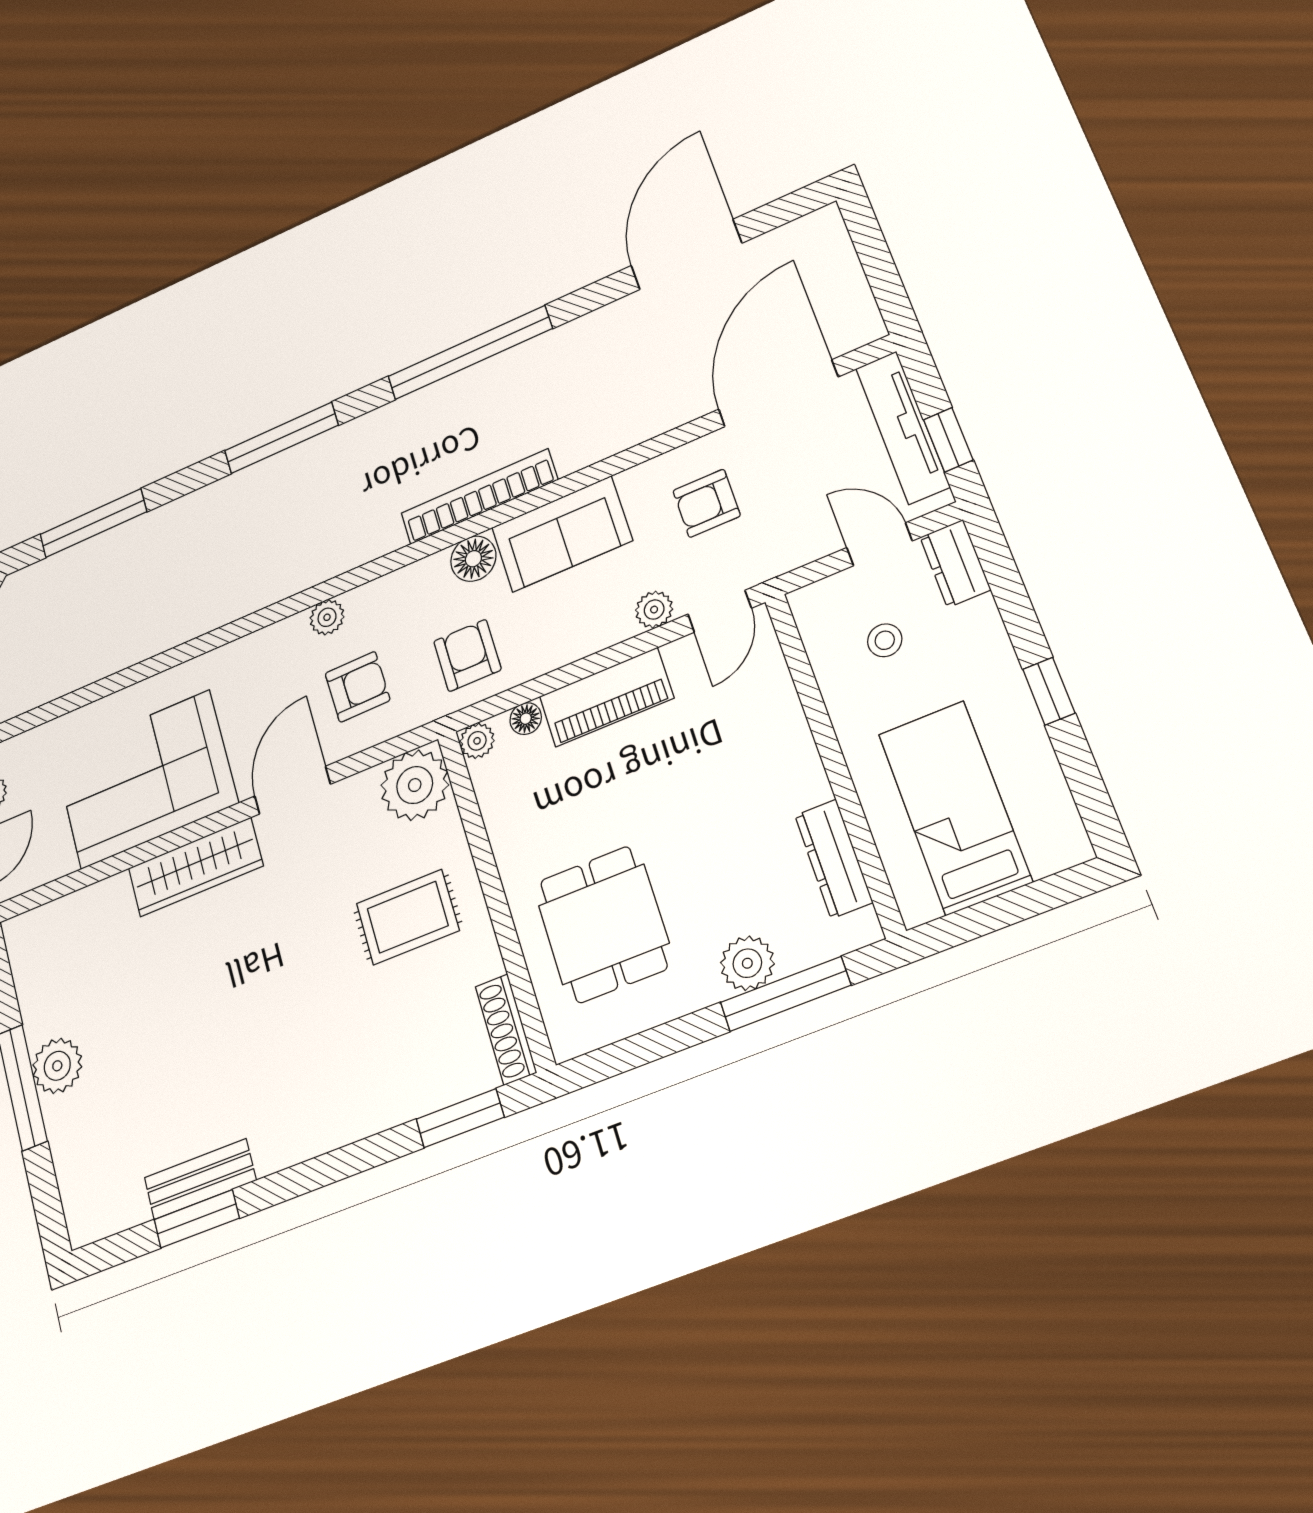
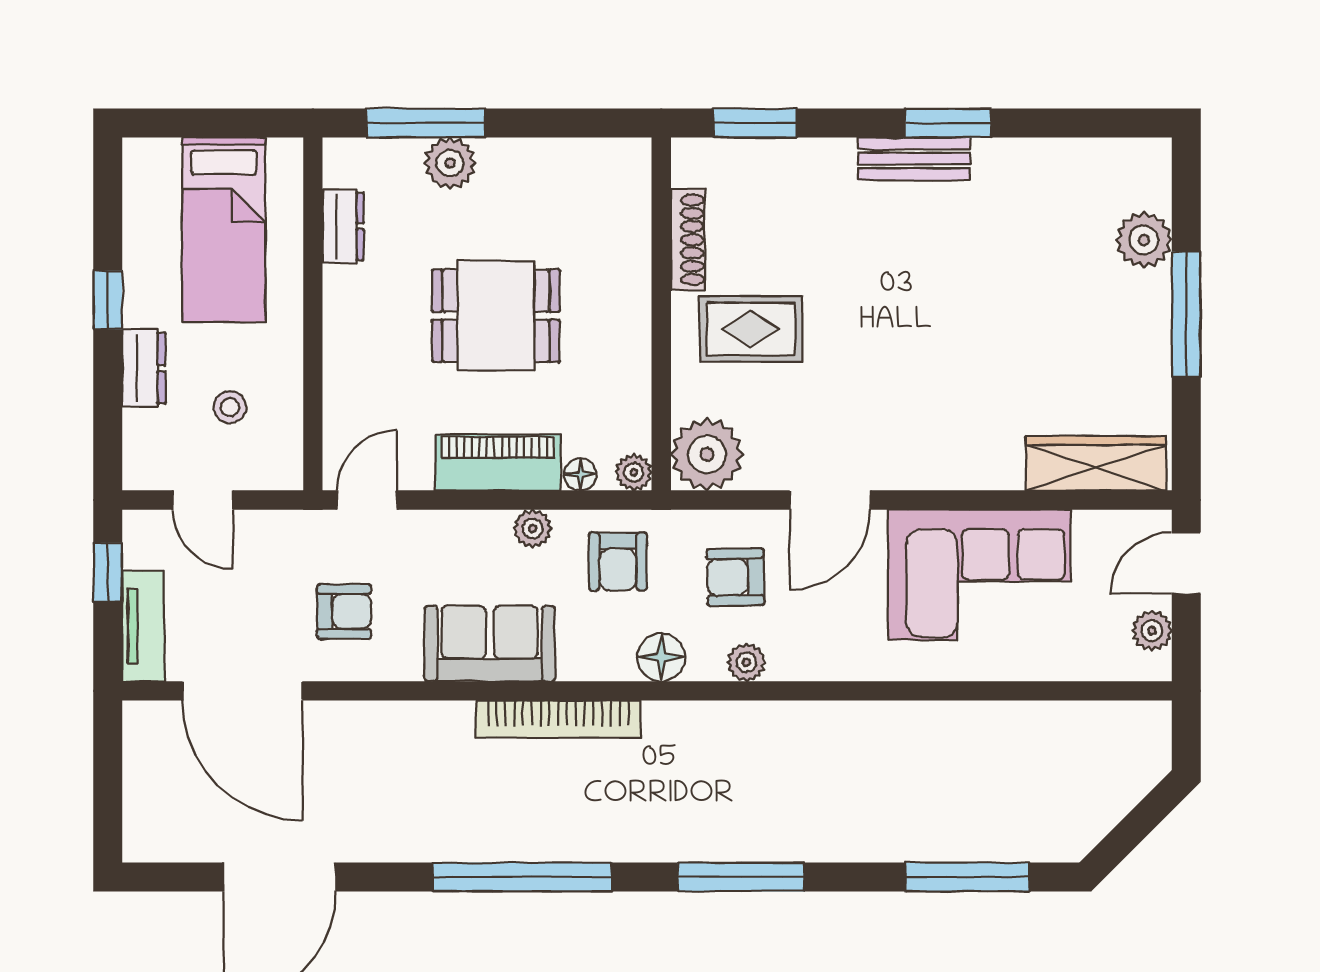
door: (778, 393) -> (242, 691), hinge flipped
tv unit: (903, 427) -> (143, 626), width x0.71
floor lamp: (473, 559) -> (661, 657), moved
dresser: (955, 563) -> (144, 368), moved
plant: (654, 610) -> (532, 528), moved
dresser: (834, 859) -> (343, 226), width x0.70
wardrobe: (196, 867) -> (1096, 463), moved
dining table: (603, 924) -> (496, 316), moved, turned 90
shoe rack: (506, 1029) -> (688, 240), moved
plant: (57, 1066) -> (1144, 240), moved
bench: (200, 1179) -> (914, 159), moved
window: (197, 1219) -> (948, 123), moved

